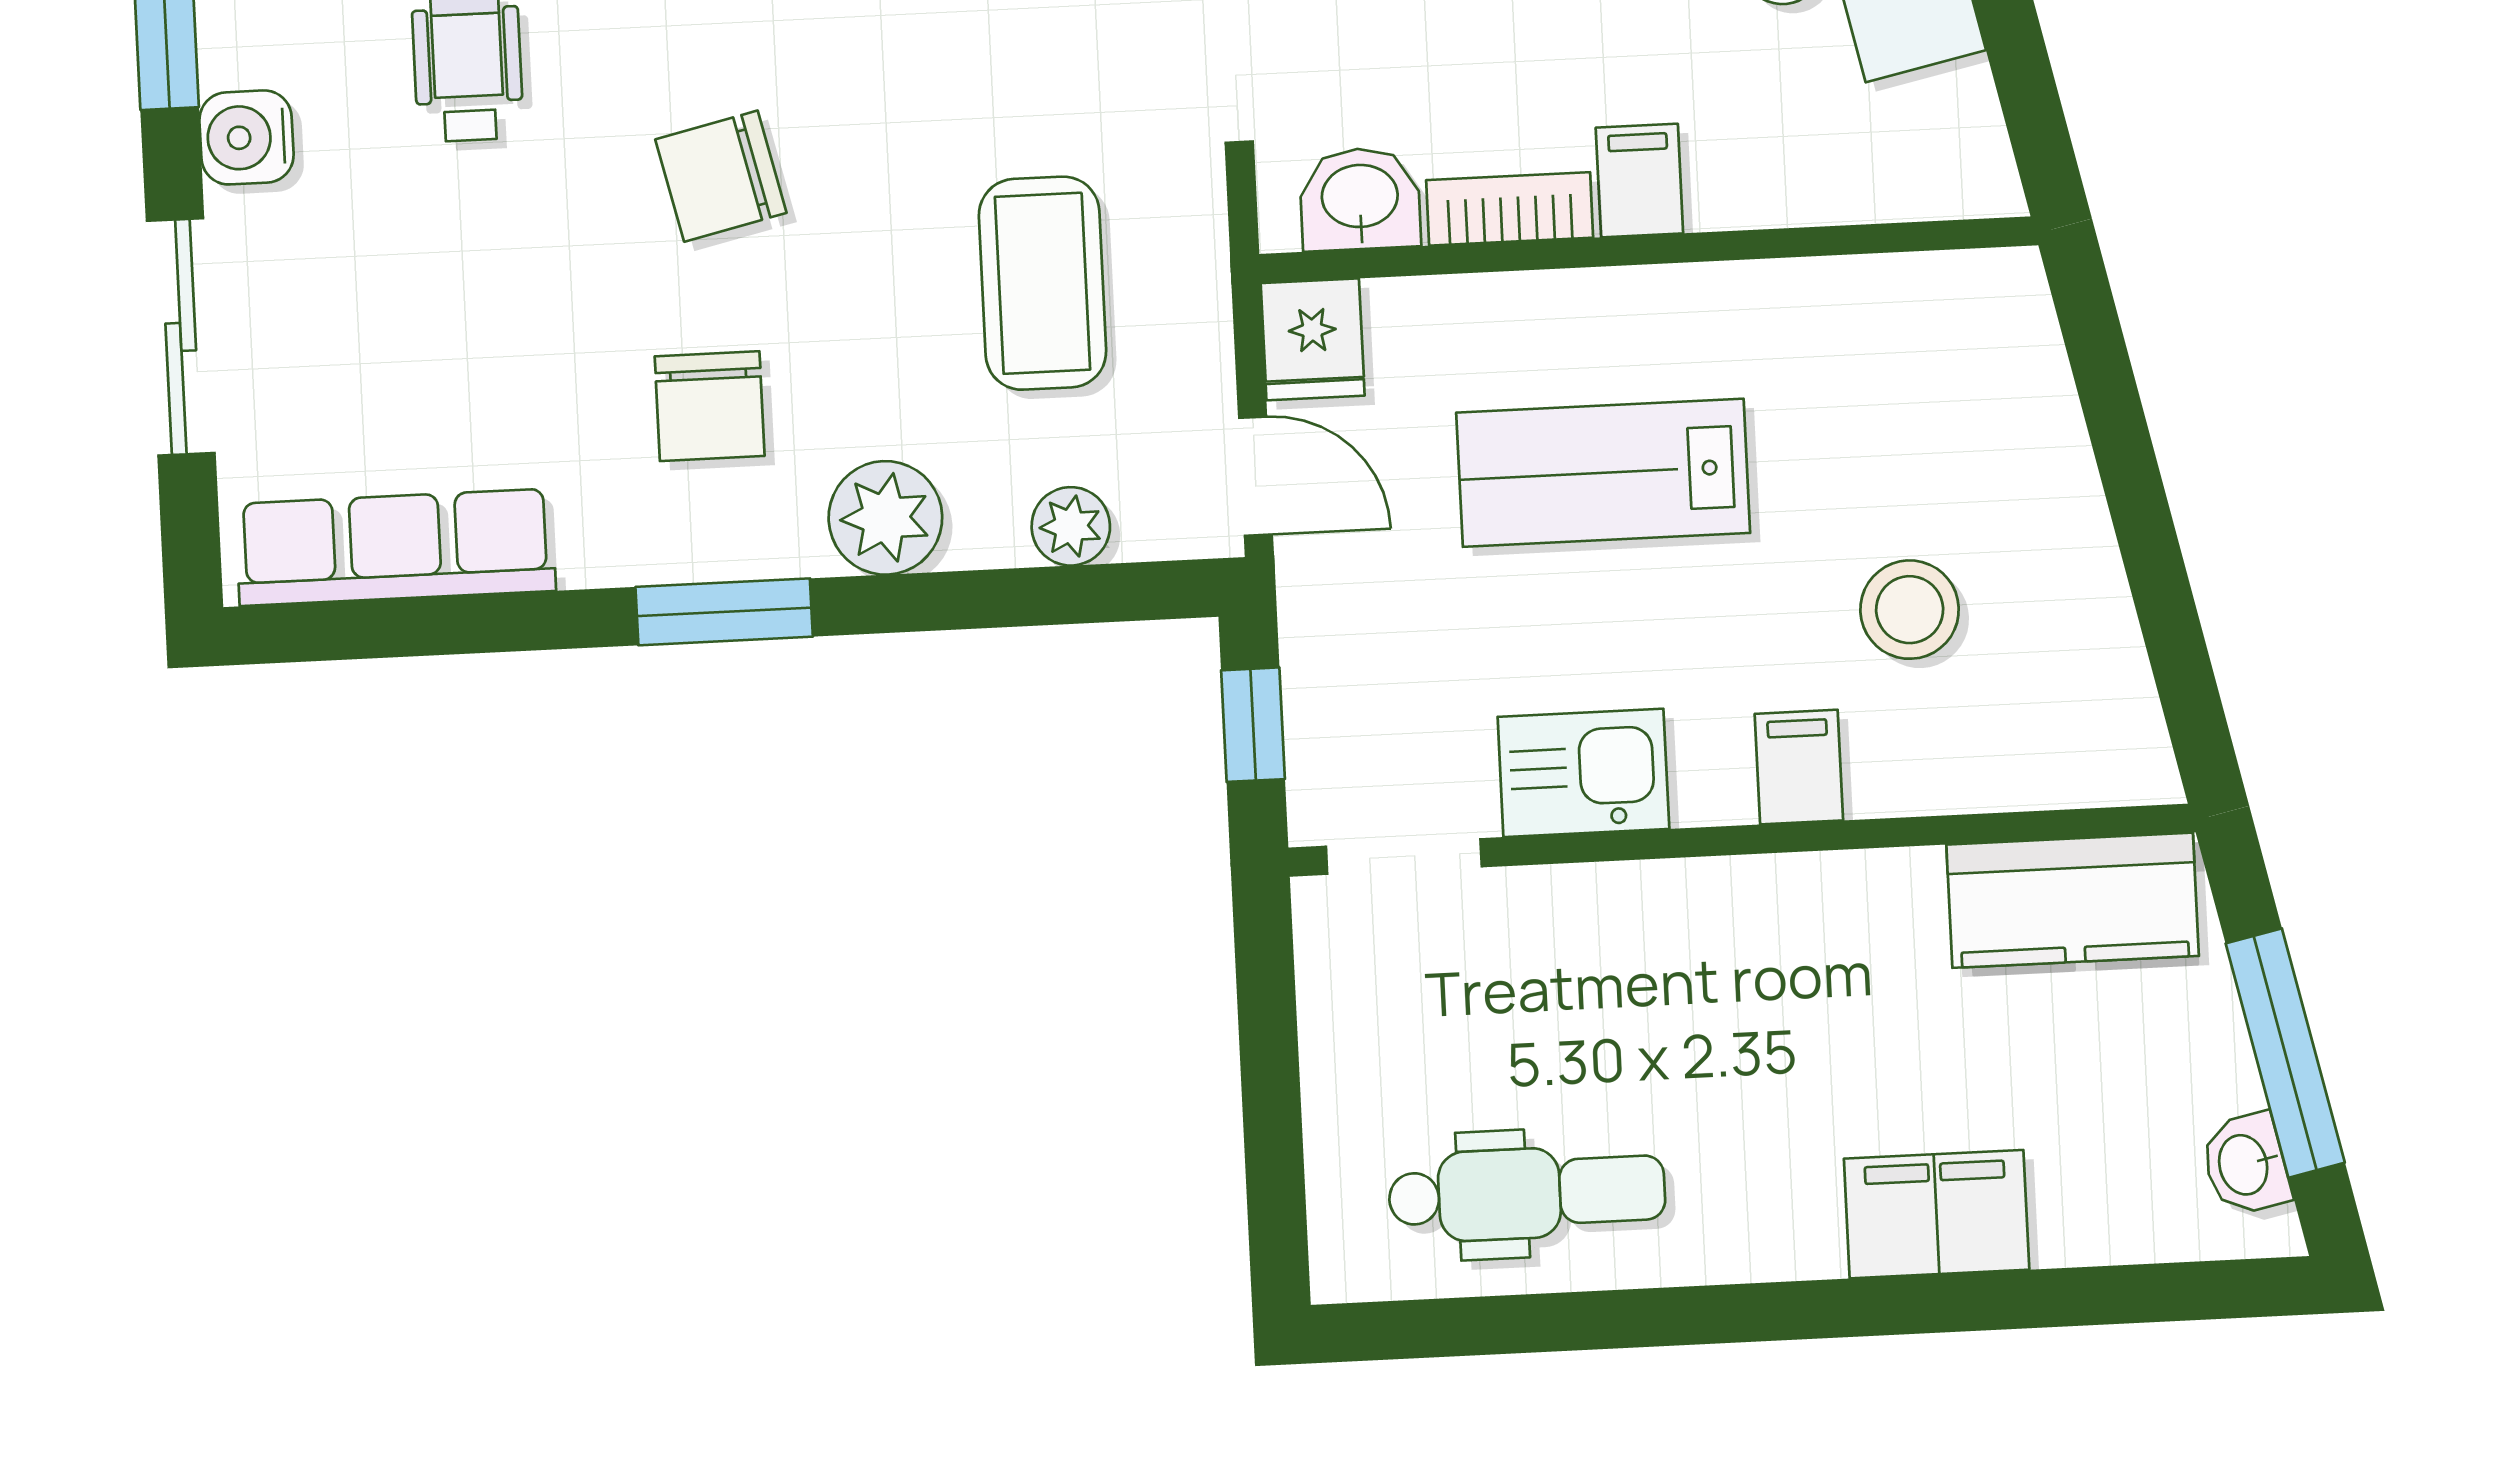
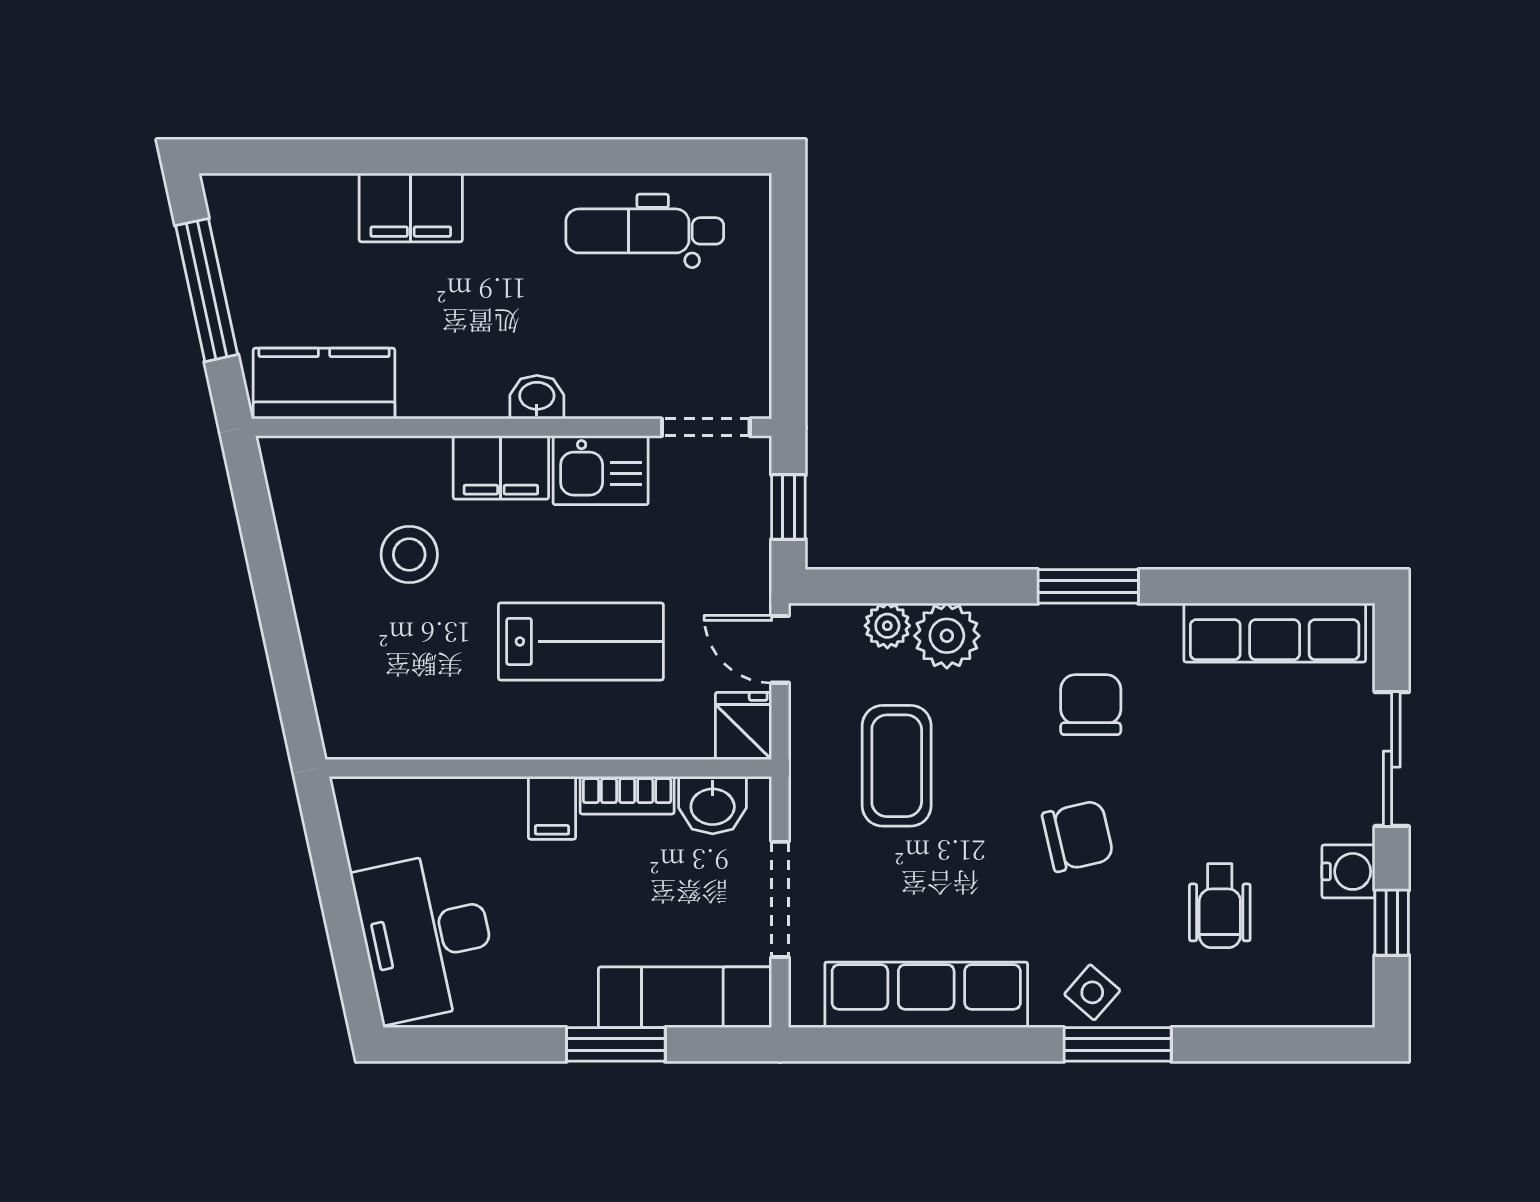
plant: (885, 518) -> (947, 636), moved
filing cabinet: (1799, 767) -> (501, 467), width x2.00
washbasin: (2245, 1164) -> (537, 397), moved, turned -78

